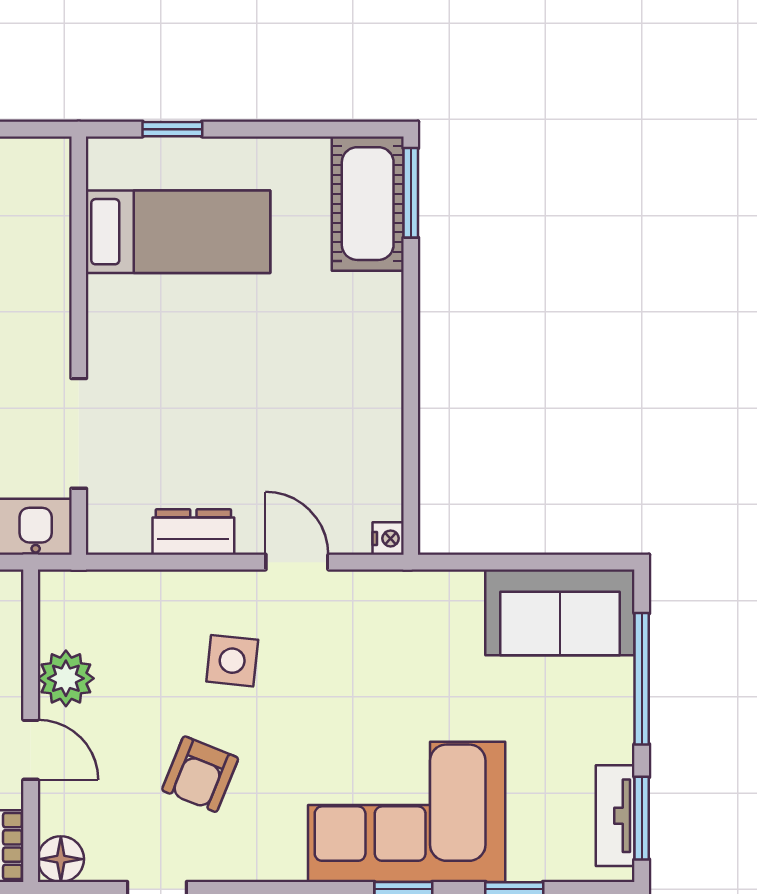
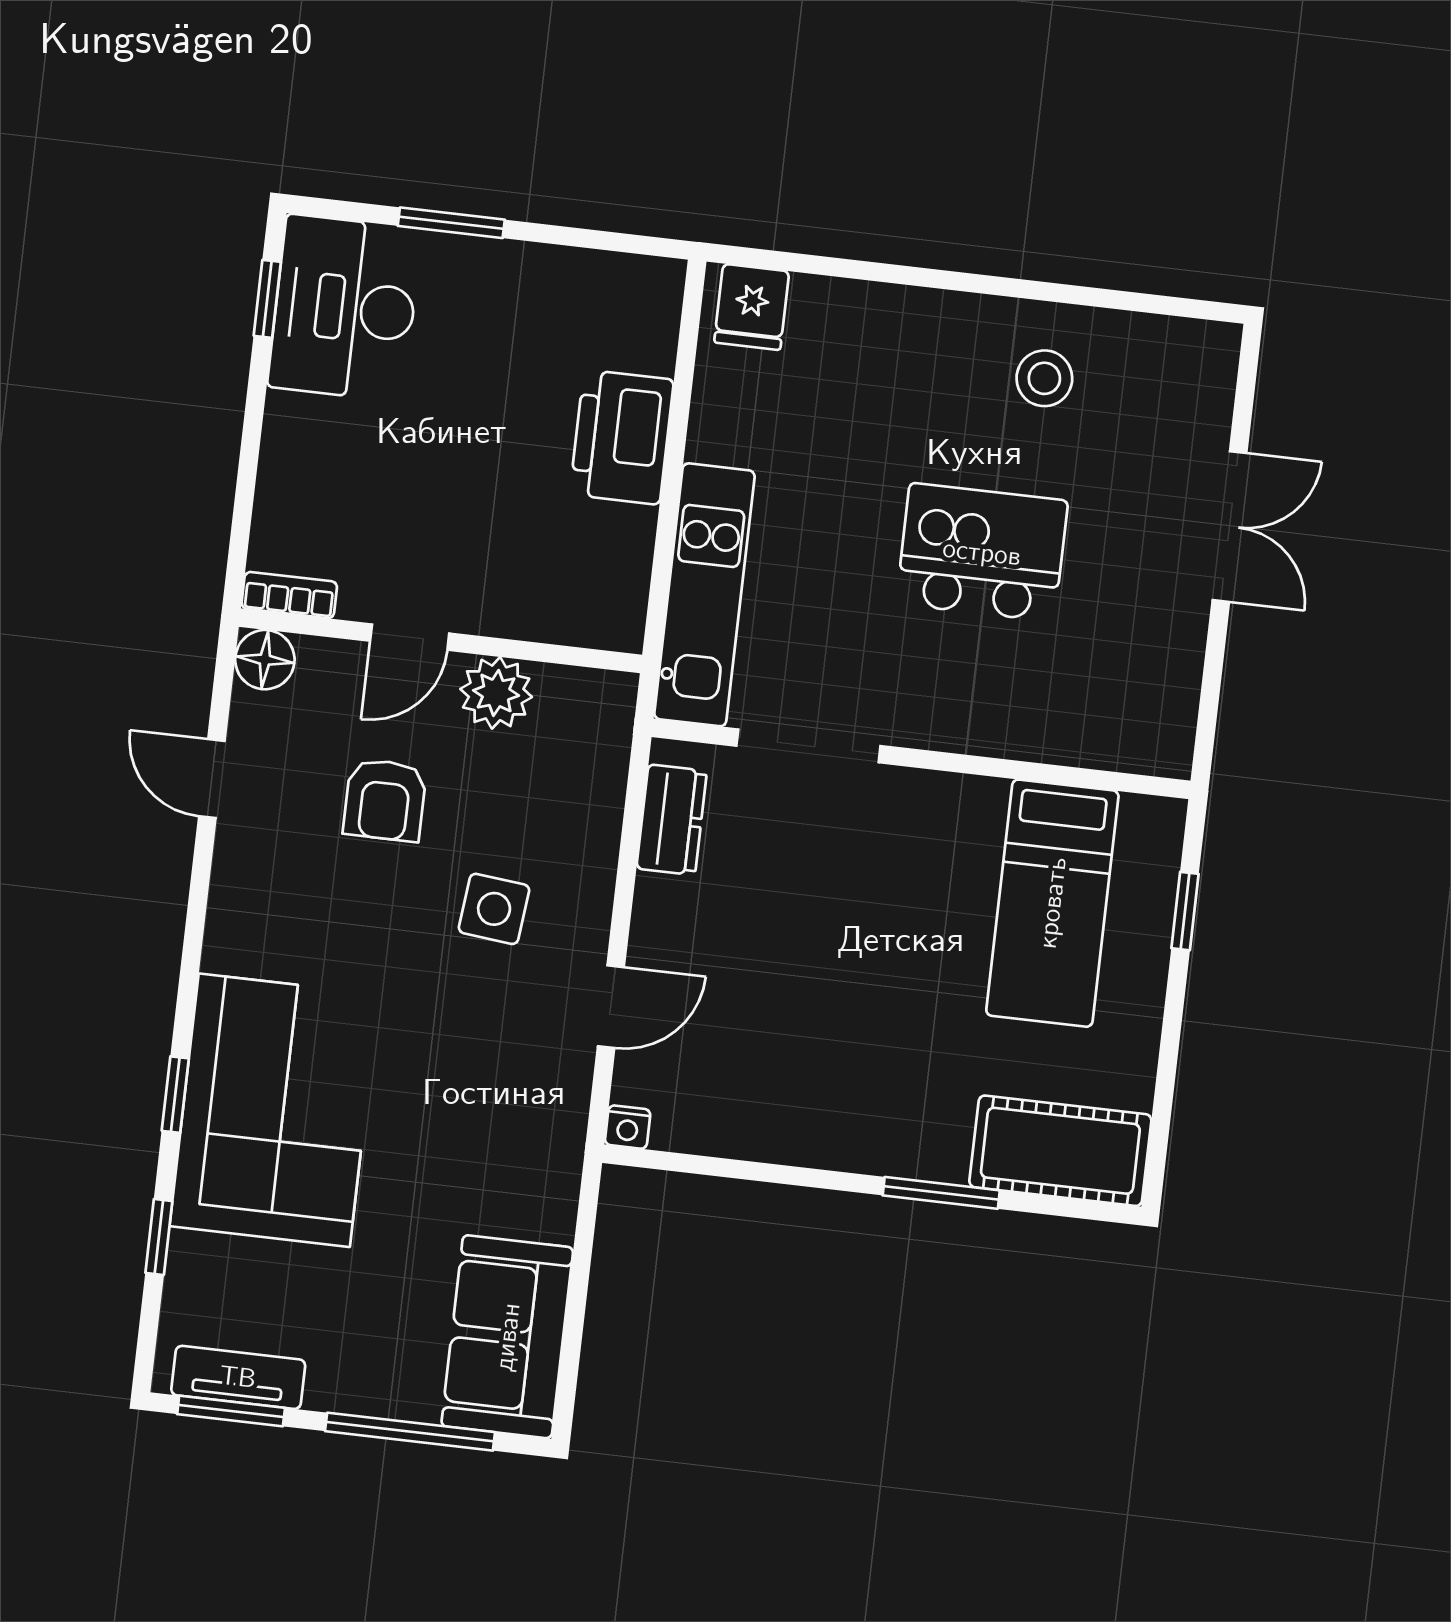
window: (411, 193) -> (941, 1193), moved
dresser: (193, 532) -> (672, 820), moved
armchair: (200, 774) -> (385, 800), moved, turned -112

